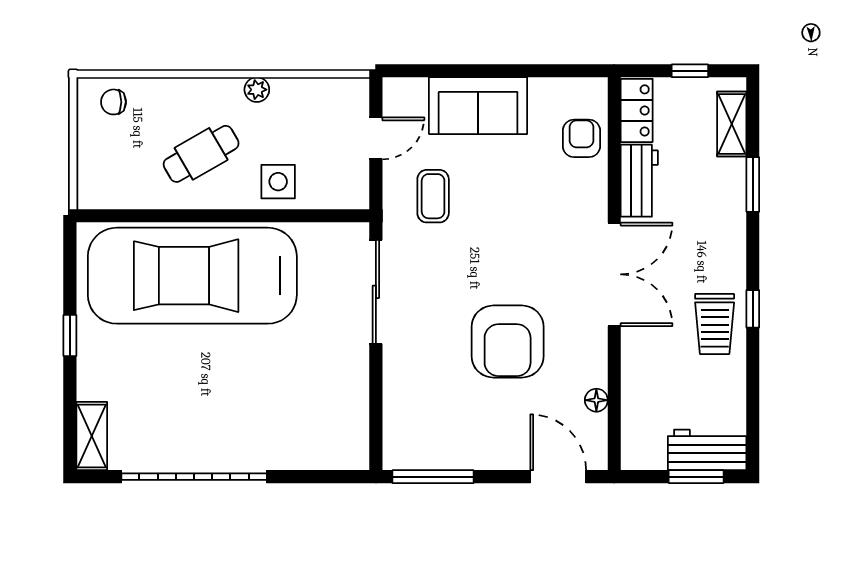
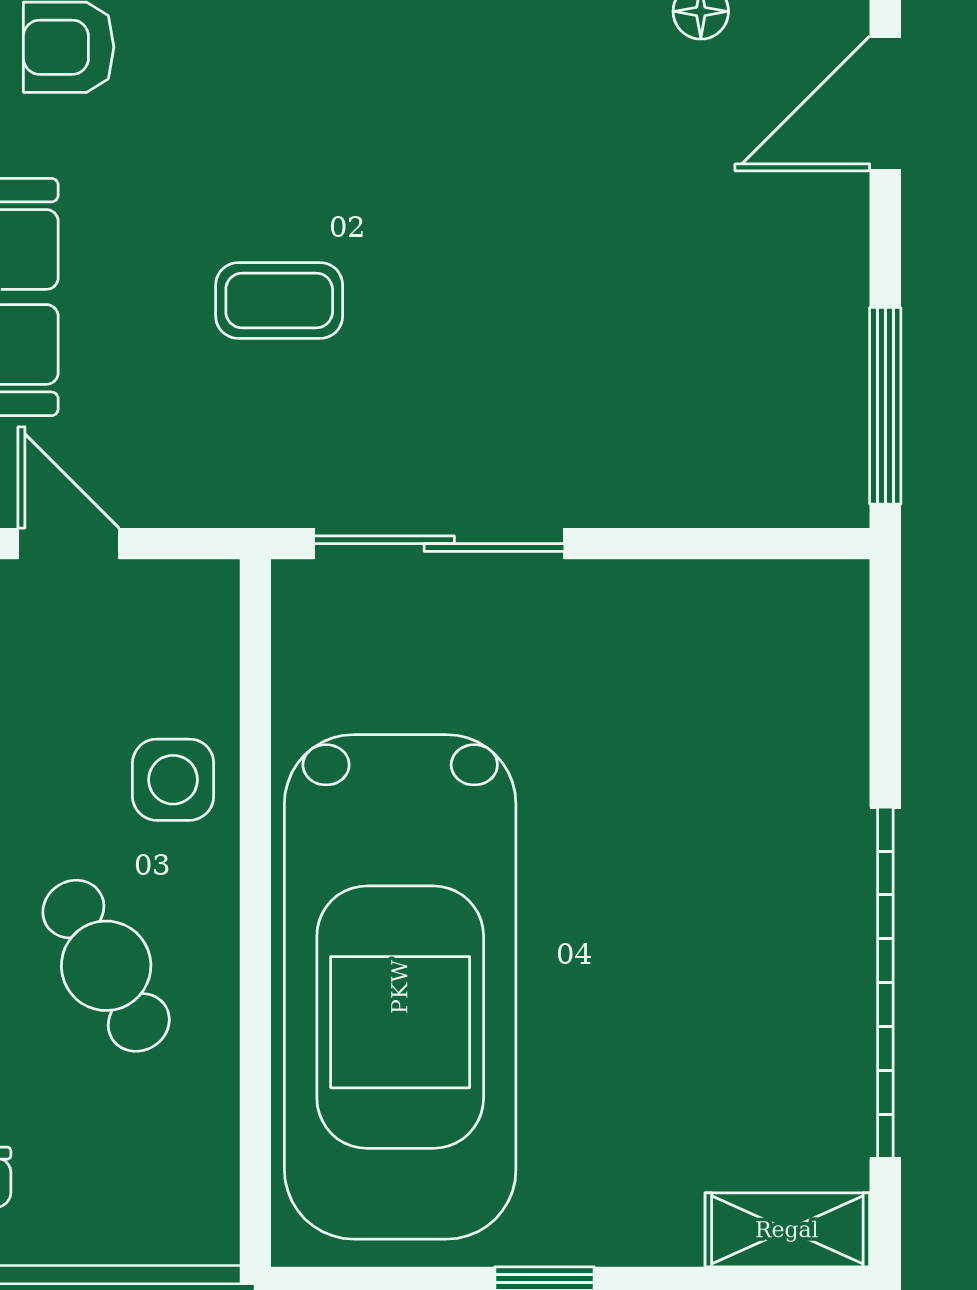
coffee table: (433, 196) -> (279, 301), moved
armchair: (508, 342) -> (559, 226), removed

